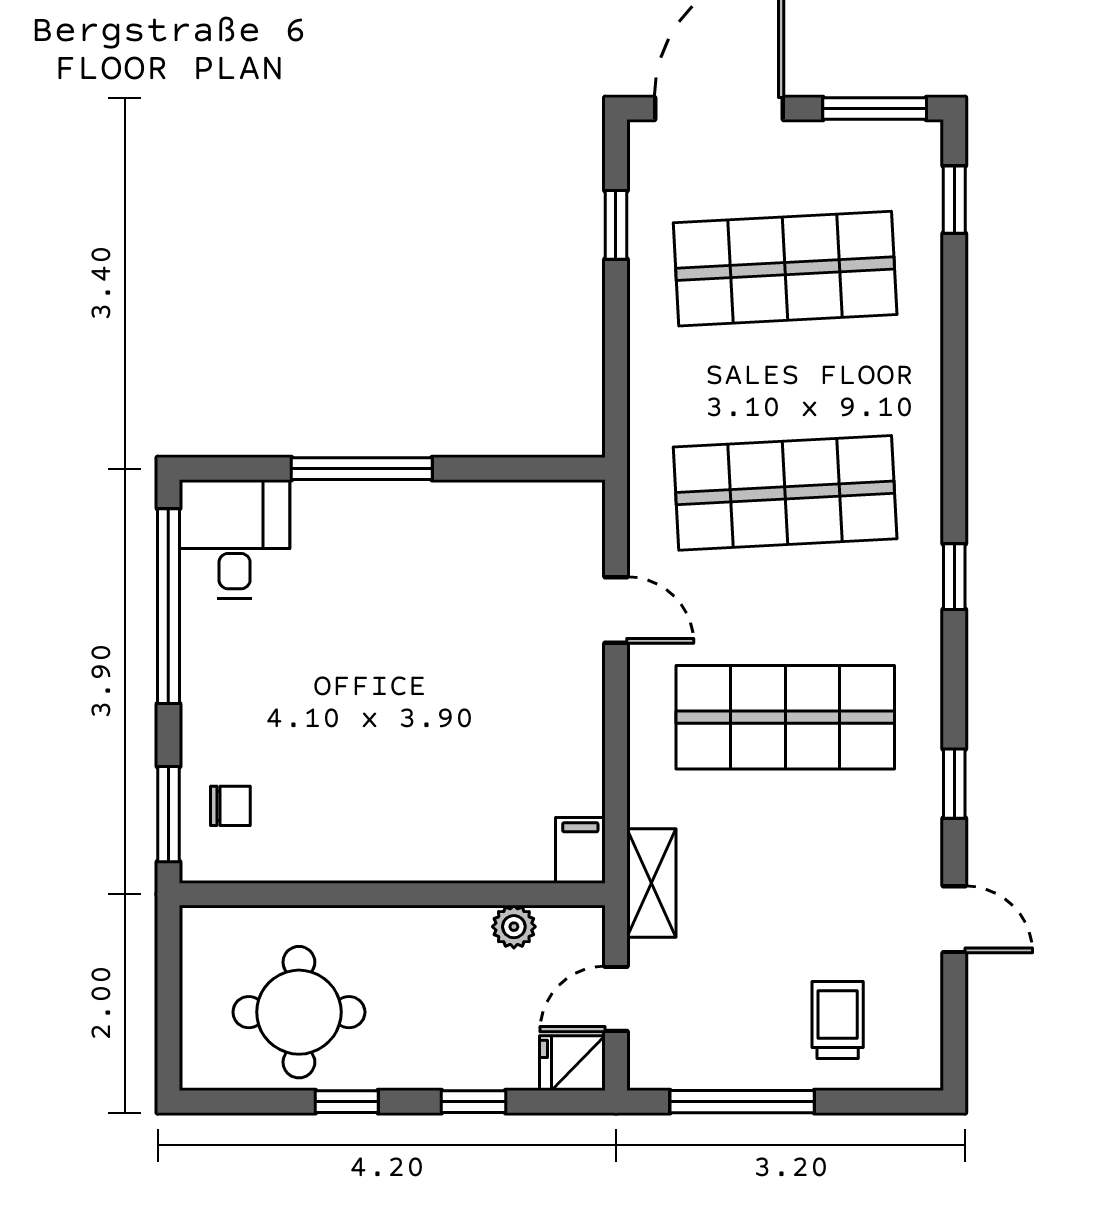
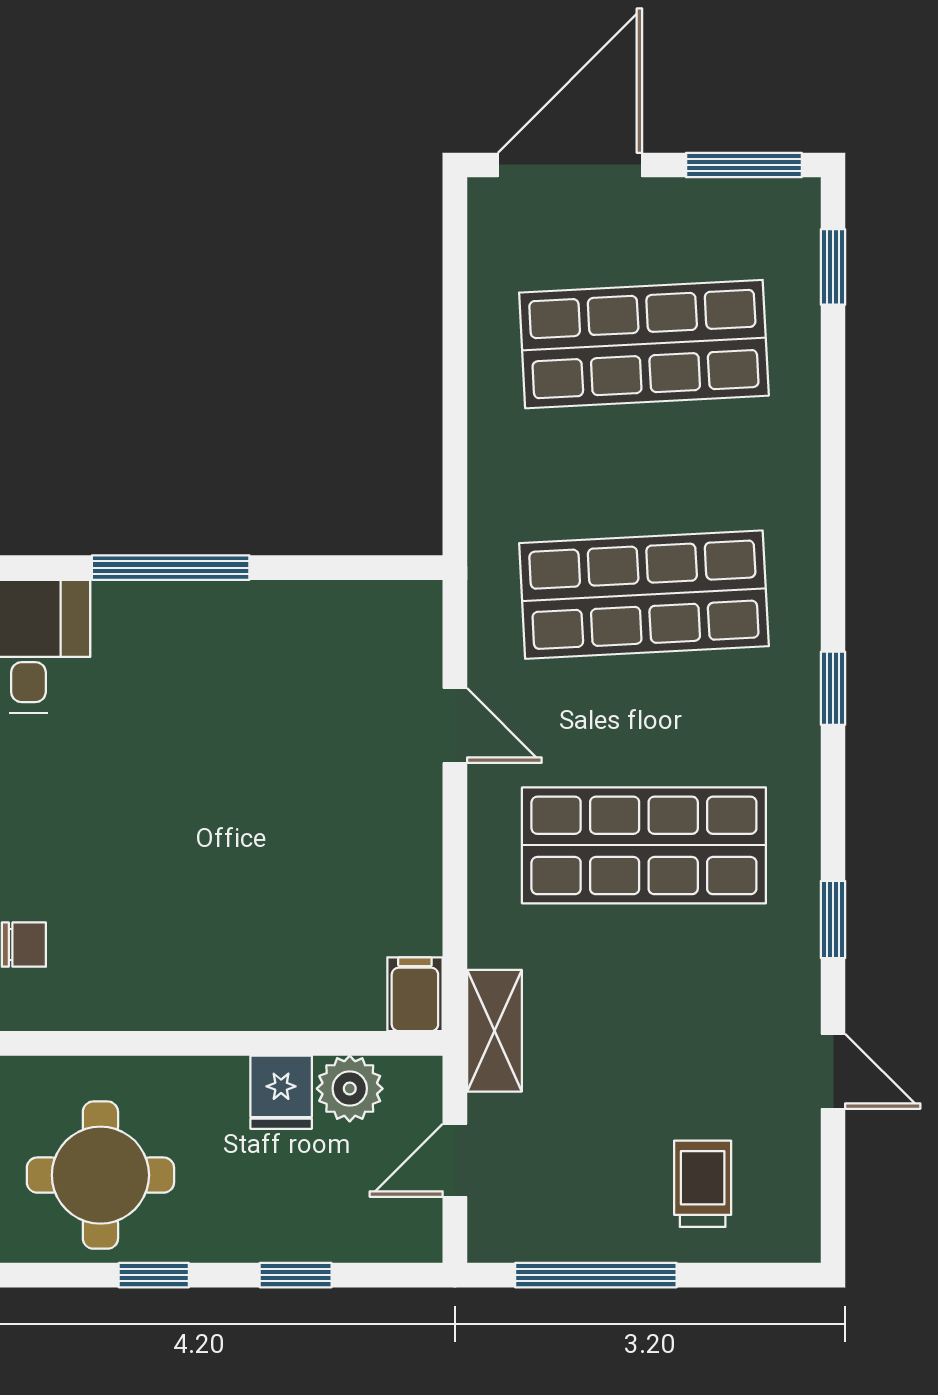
window: (616, 225) -> (455, 295), removed
plant: (514, 927) -> (350, 1089), width x1.38, depth x1.38
fridge: (572, 1063) -> (281, 1092), moved, turned -90

